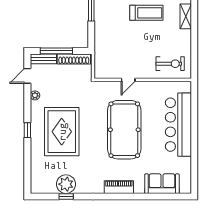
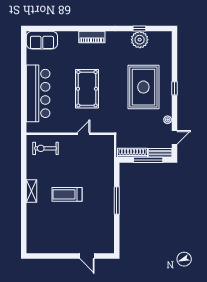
pool table: (124, 130) -> (87, 89), width x0.73, depth x0.76
sofa: (162, 184) -> (42, 40), moved

